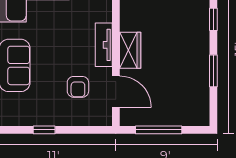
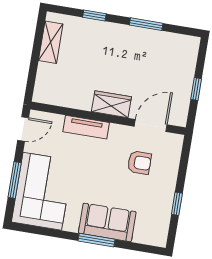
tv unit: (104, 45) -> (86, 127), moved
window: (159, 130) -> (196, 89), width x0.46

